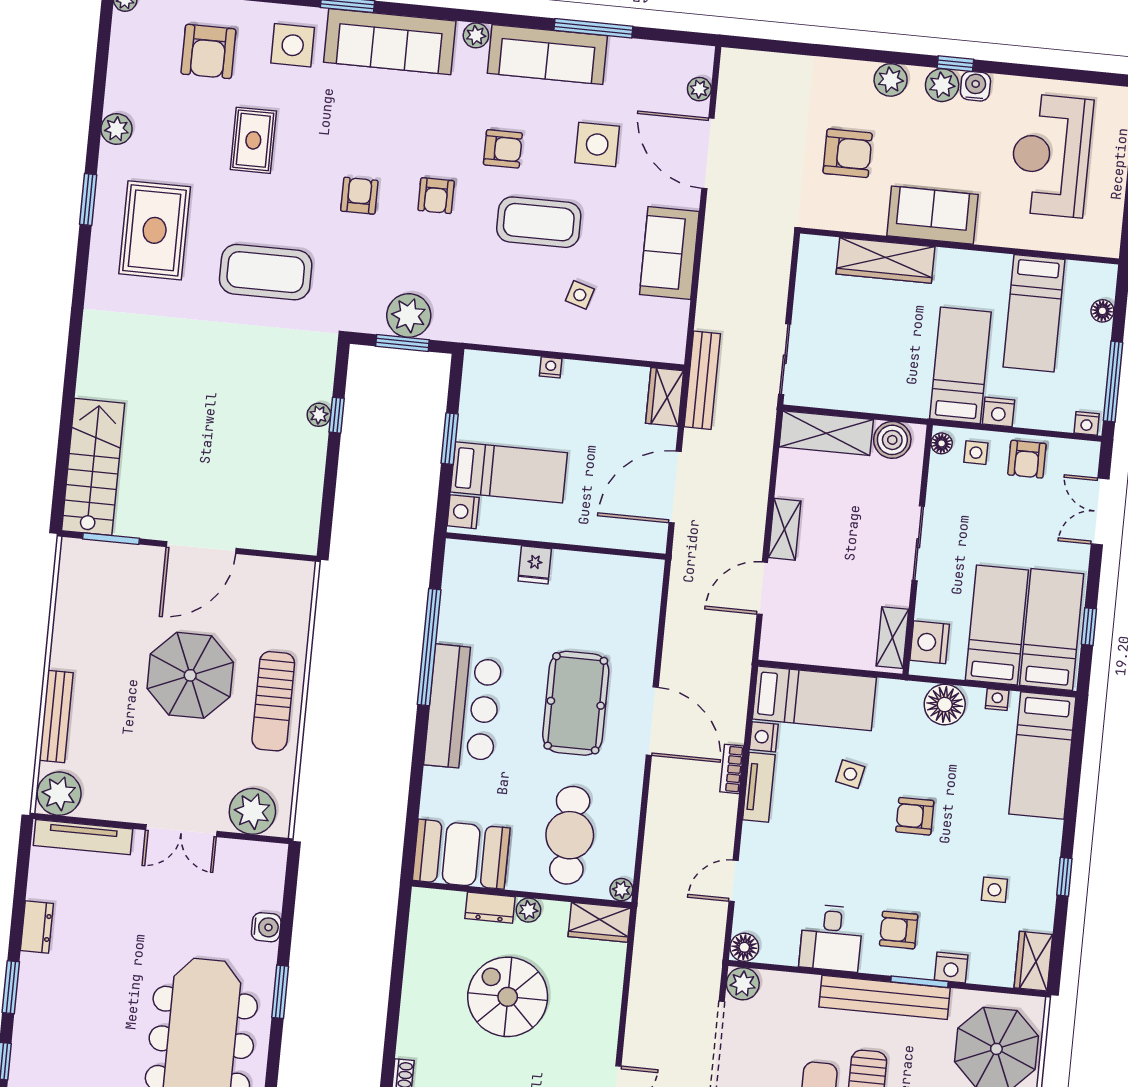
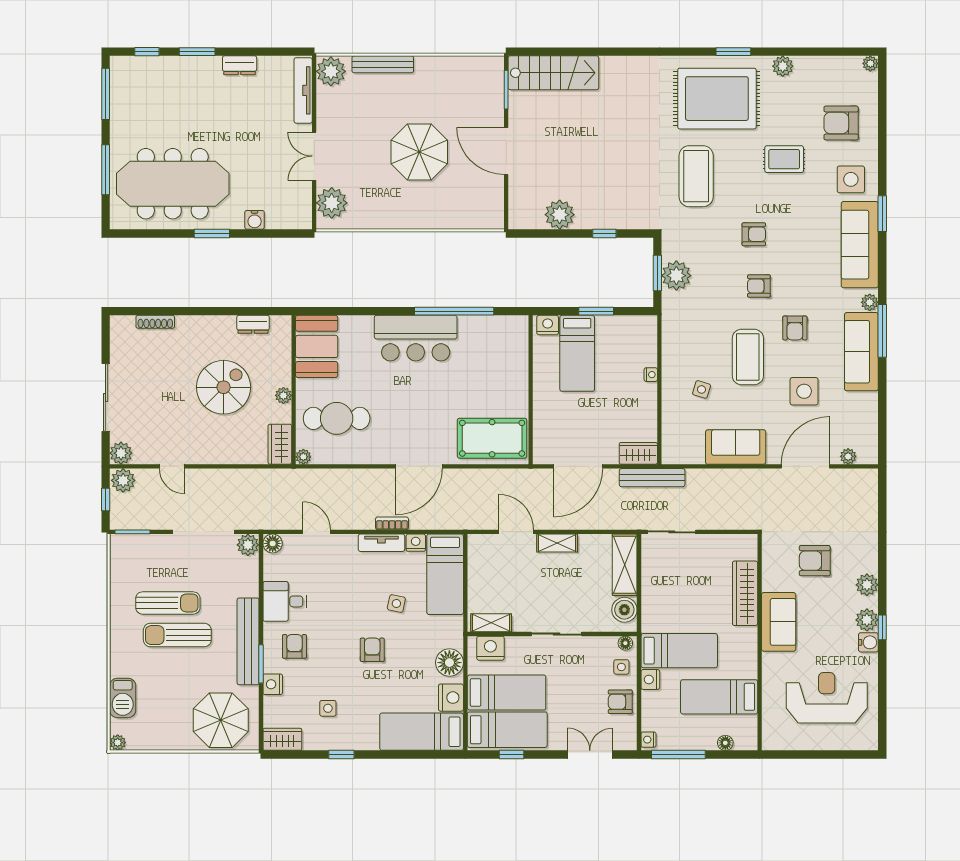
window: (593, 28) -> (882, 331), moved
armchair: (848, 153) -> (815, 561), turned 90
rug: (155, 230) -> (717, 99), width x1.37, depth x1.44
plant: (319, 415) -> (560, 215), moved, width x1.88, depth x1.88
door: (675, 487) -> (578, 466), swing flipped
fridge: (535, 565) -> (517, 377), removed
nightstand: (997, 699) -> (451, 698), width x1.89, depth x1.79
sun lounger: (273, 701) -> (407, 210), removed
pool table: (576, 703) -> (492, 438), moved
dresser: (490, 908) -> (253, 324), moved, turned -90

